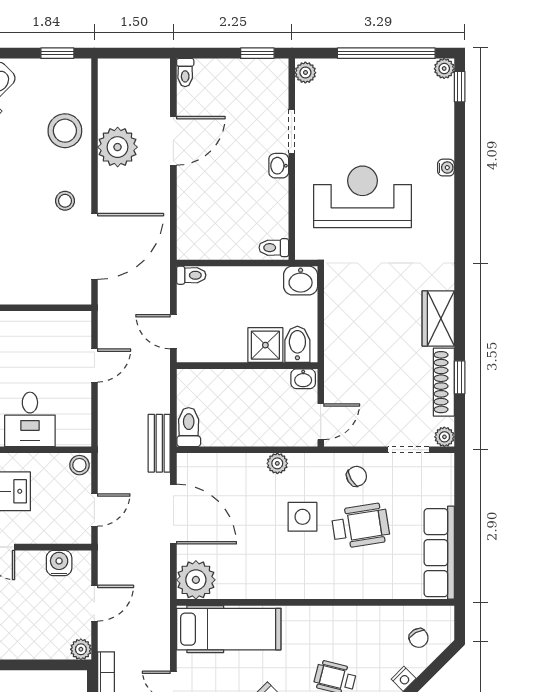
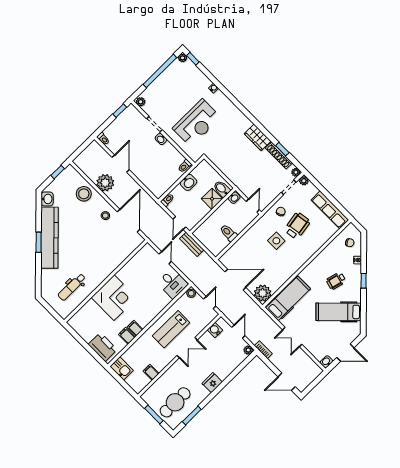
reception desk: (362, 197) -> (197, 123), turned 180
washbasin: (301, 281) -> (188, 182), moved
door: (173, 332) -> (179, 223), hinge flipped
desk: (30, 419) -> (173, 284), moved
toilet: (189, 427) -> (229, 233), moved
bench: (159, 443) -> (192, 244), moved
plant: (277, 463) -> (304, 181), moved

